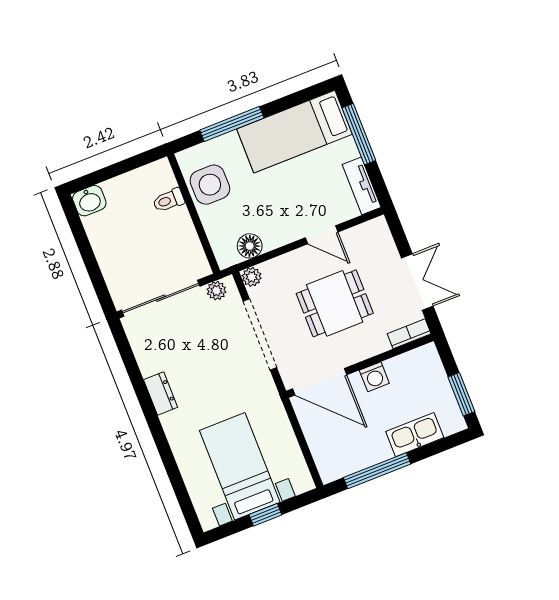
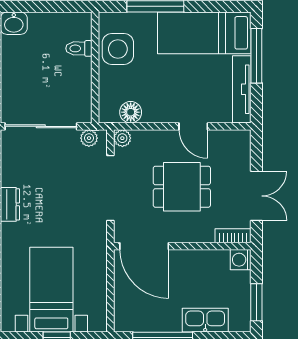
tv unit: (362, 186) -> (242, 89), width x1.41
washing machine: (374, 377) -> (241, 260), moved, turned 90

